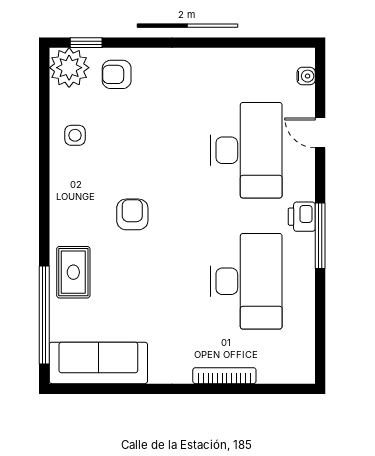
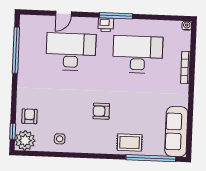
window: (245, 43) -> (16, 50), added
armchair: (117, 74) -> (29, 116), turned 180
water cooler: (306, 76) -> (187, 26), moved

